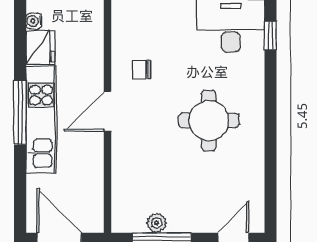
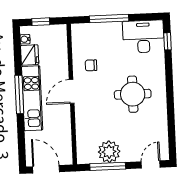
plant: (157, 223) -> (109, 152), width x1.88, depth x1.88

